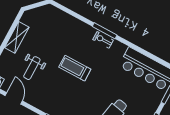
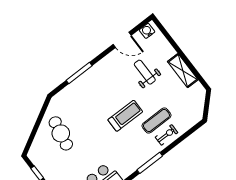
exercise bike: (103, 40) -> (167, 135), moved
exercise mat: (67, 41) -> (156, 120), added

